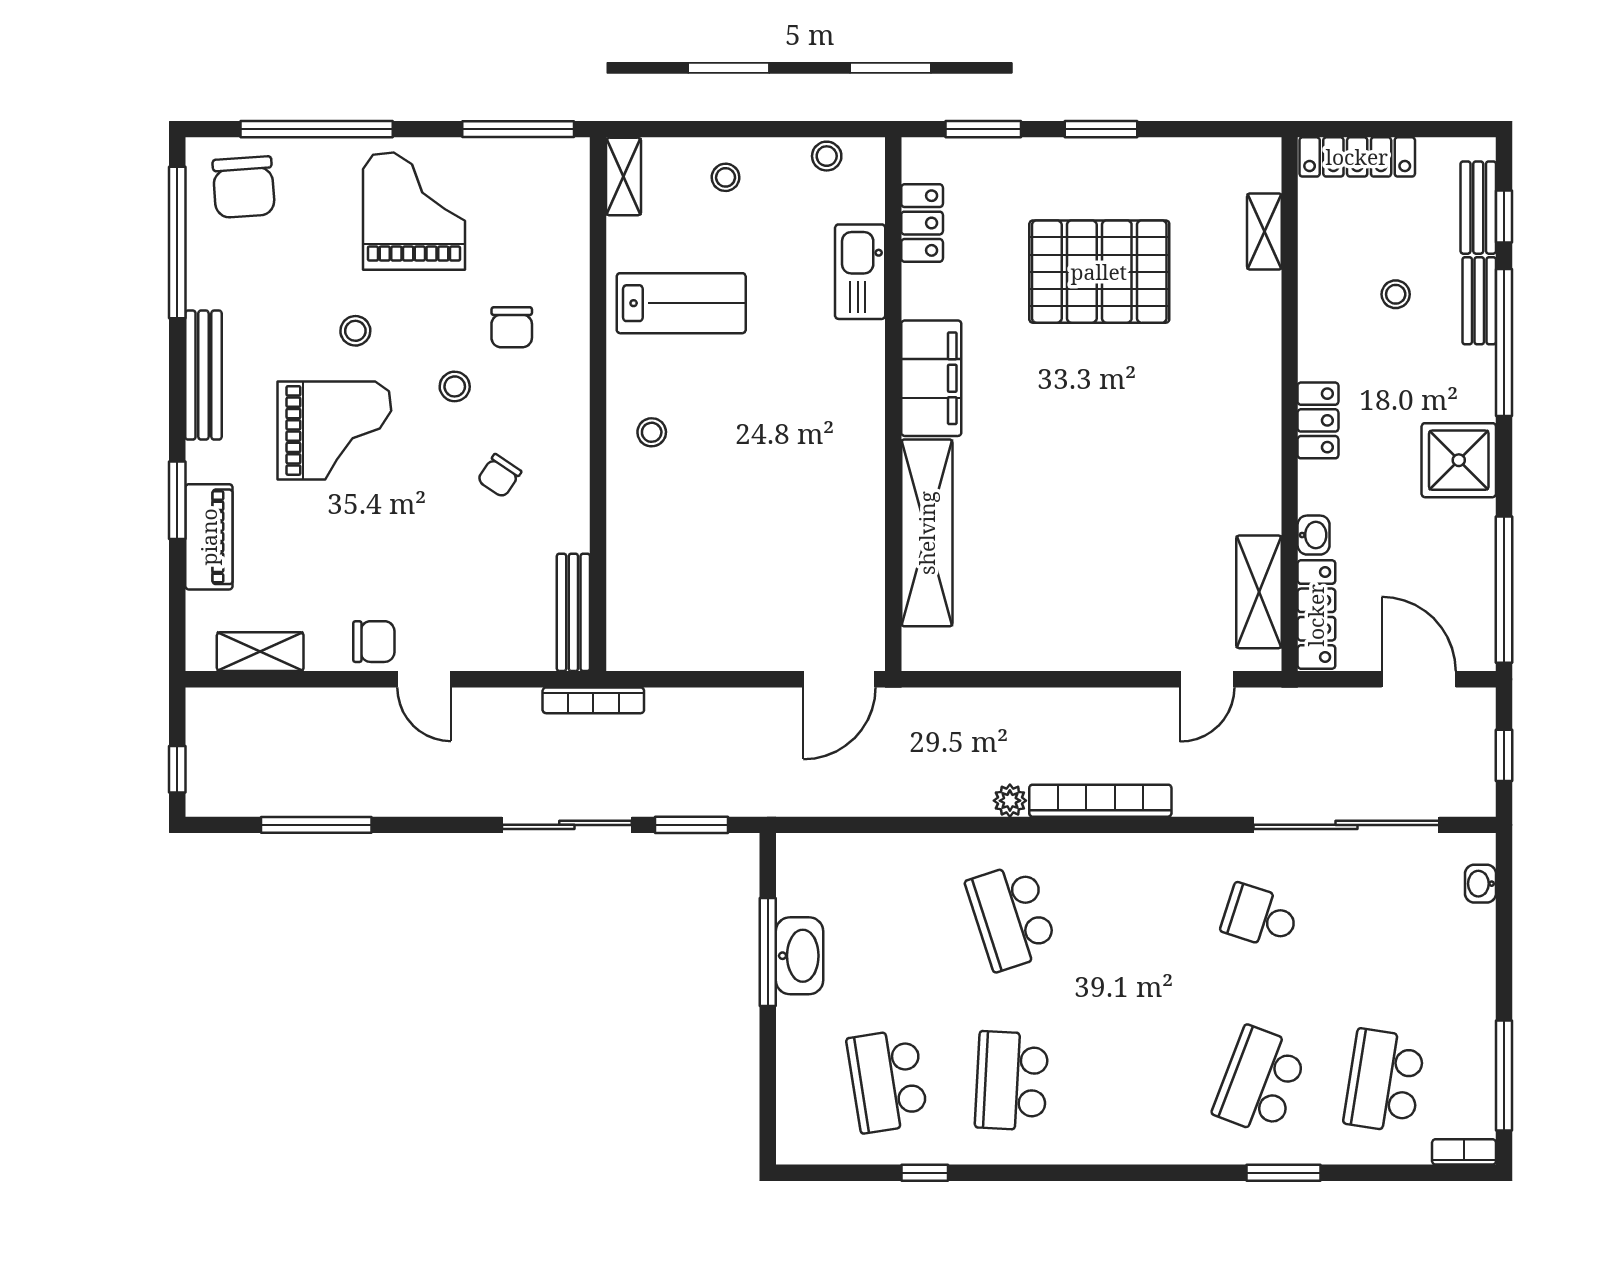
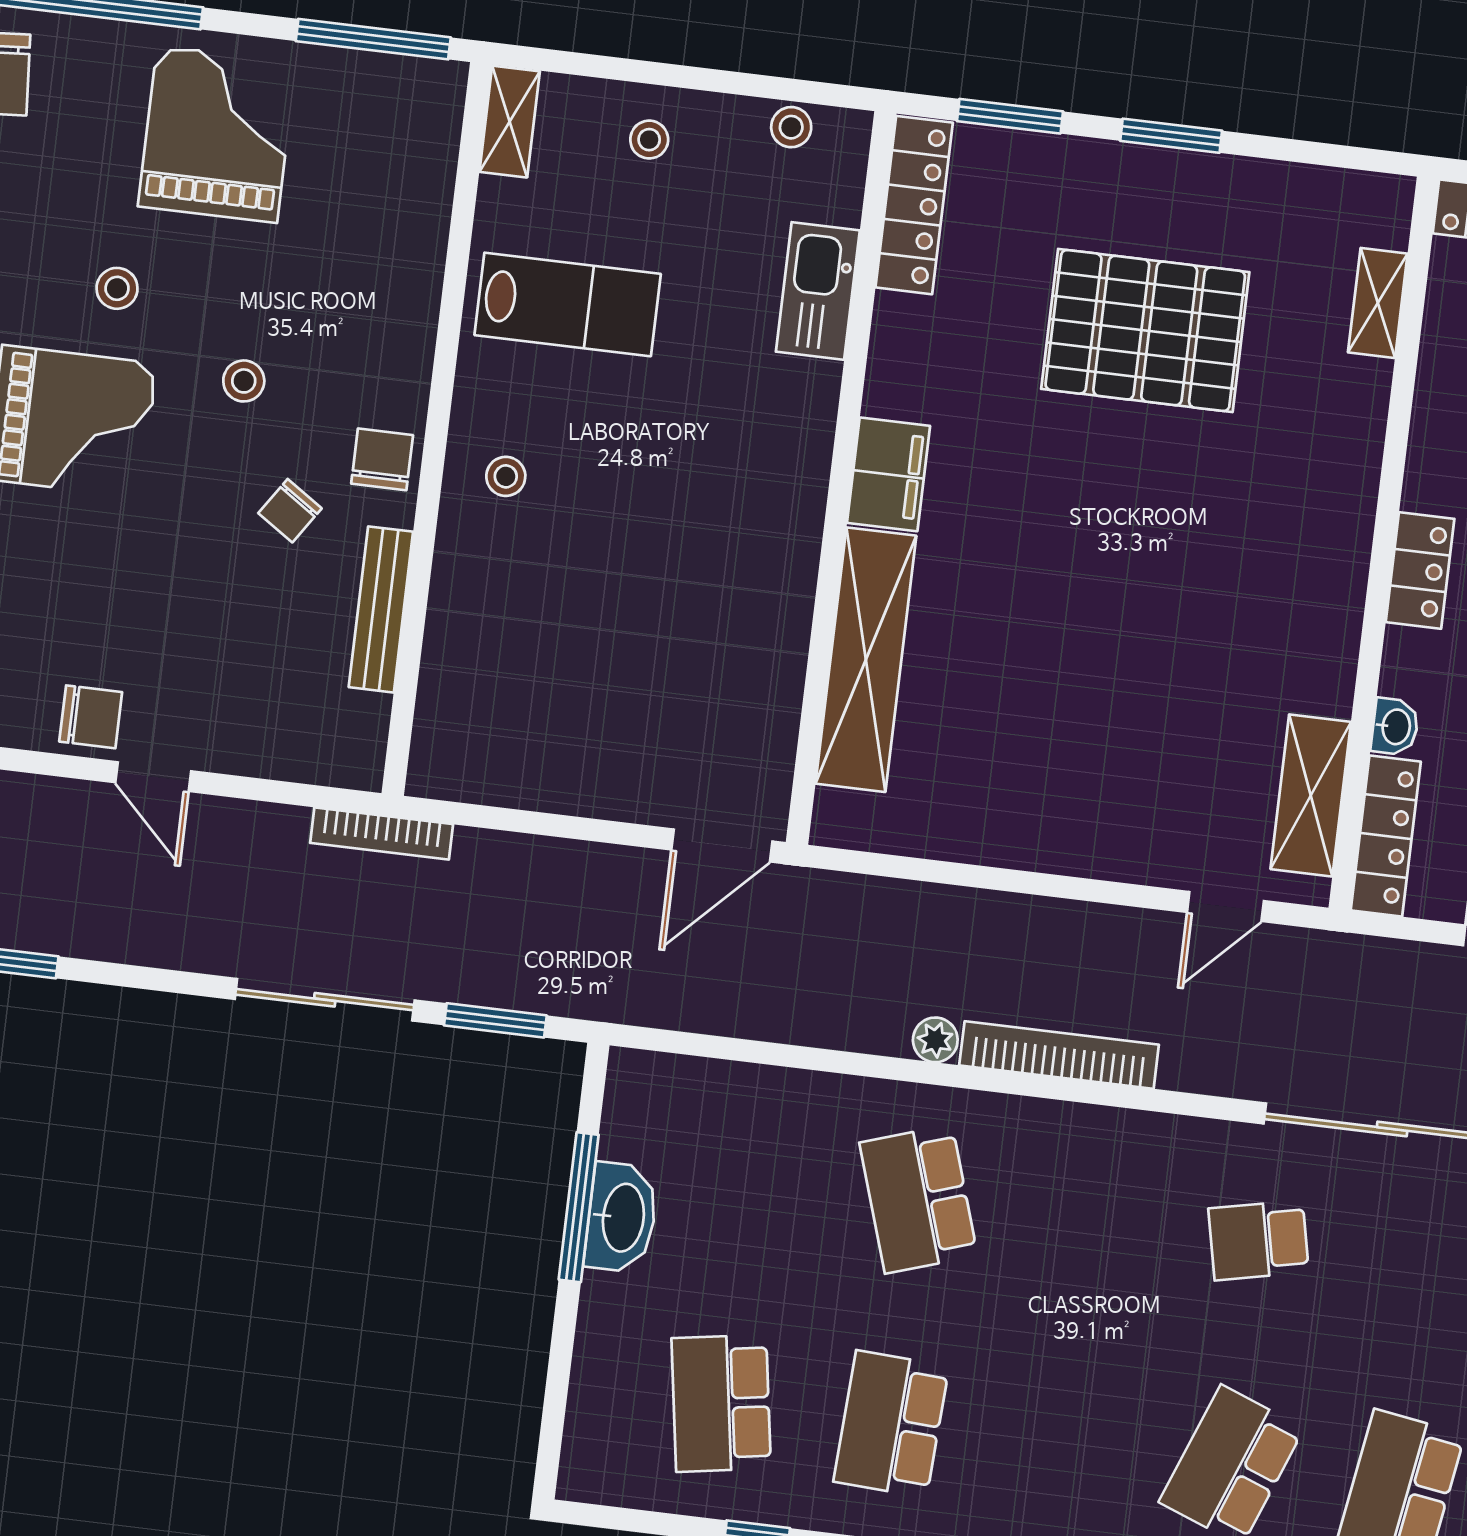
locker: (922, 223) -> (914, 205), width x1.53
chair: (512, 327) -> (382, 459), moved, turned 180
filing cabinet: (931, 378) -> (889, 474), width x0.67, depth x0.86
bench: (573, 612) -> (381, 609), moved
school desk: (1260, 917) -> (1259, 1240), turned -30

